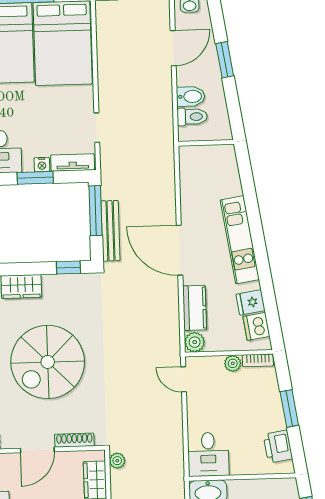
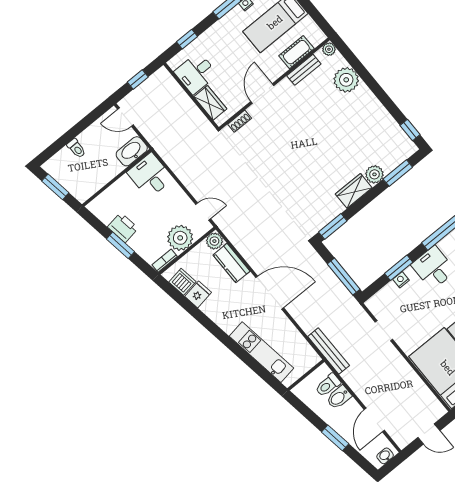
tv unit: (73, 162) -> (382, 296), removed
bench: (111, 231) -> (329, 351), moved
kitchen unit: (240, 240) -> (261, 352), moved
window: (68, 267) -> (333, 226), width x1.50
spiral stairs: (48, 362) -> (299, 155), removed
plant: (233, 363) -> (180, 238), width x1.88, depth x1.88
shoe rack: (74, 440) -> (240, 121), width x0.70
printer: (278, 447) -> (123, 228), moved
plant: (117, 461) -> (205, 126), removed

